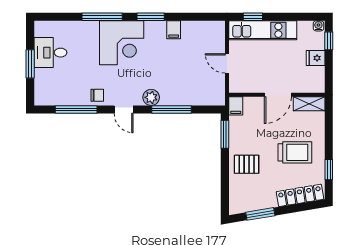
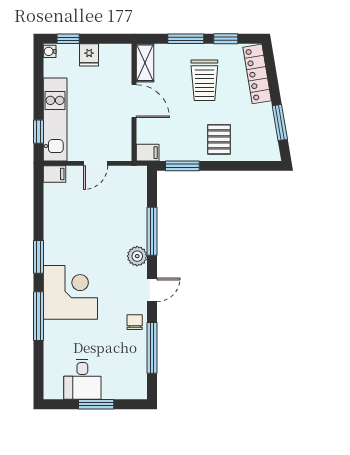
filing cabinet: (174, 30) -> (54, 174), moved
window: (329, 137) -> (186, 39), added
trolley: (295, 152) -> (204, 80), turned 180

